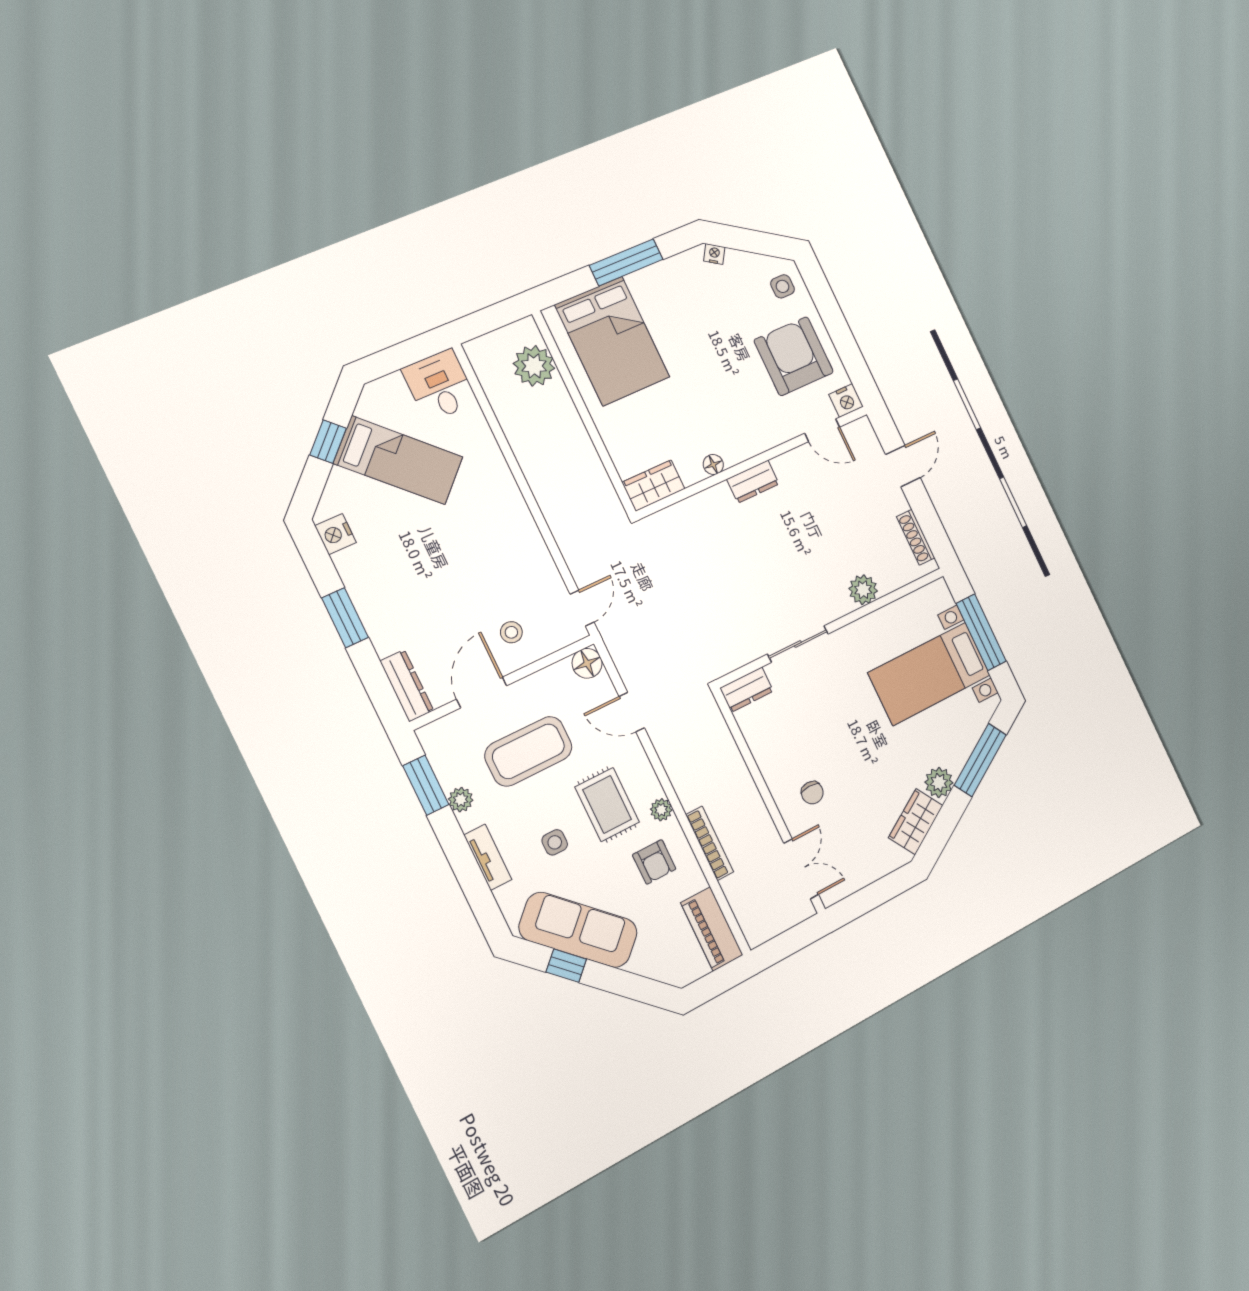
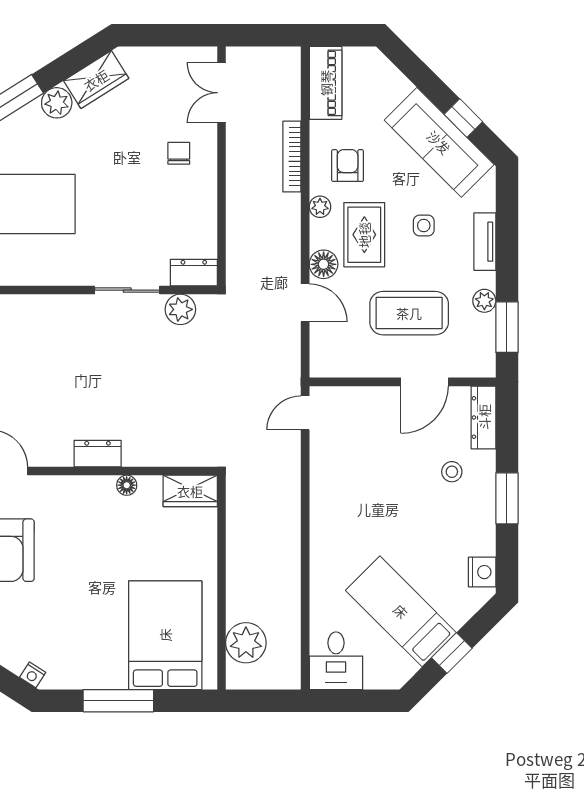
plant: (863, 590) -> (180, 309), moved
stool: (511, 632) -> (452, 472), moved
floor lamp: (587, 663) -> (324, 264), moved

